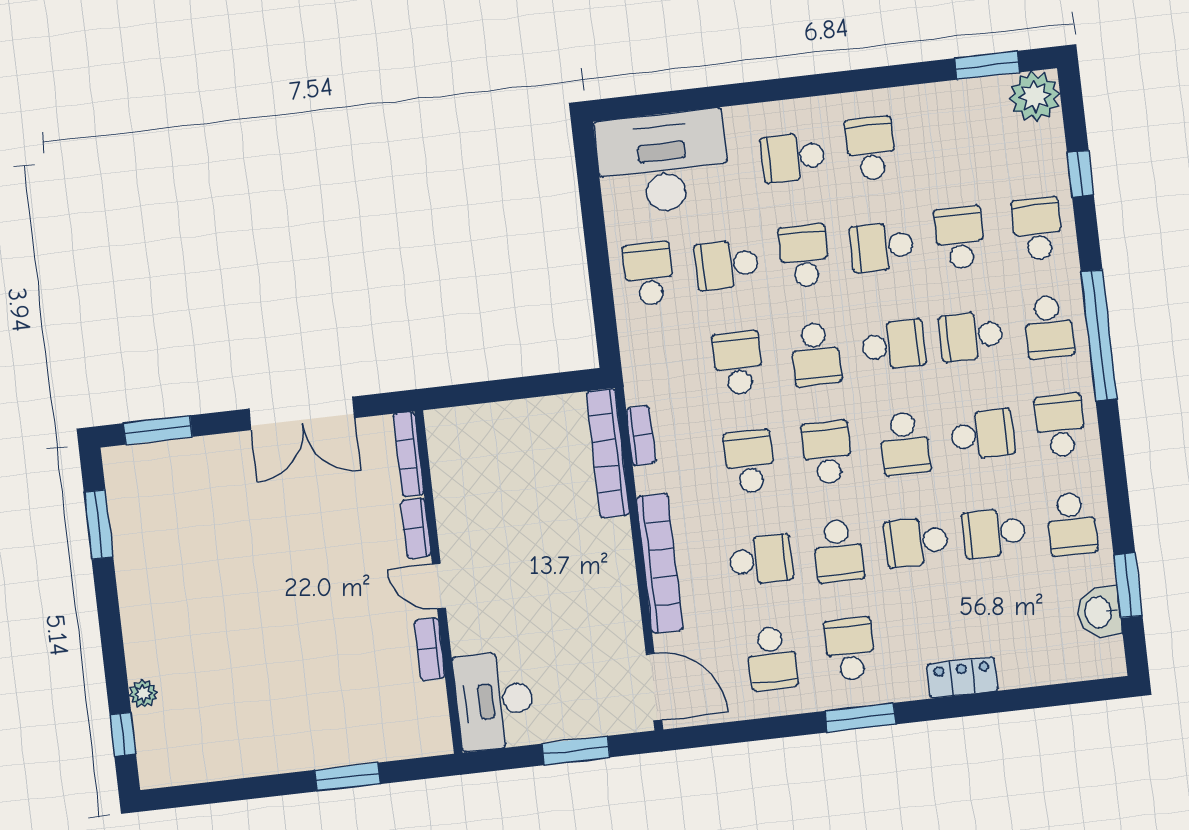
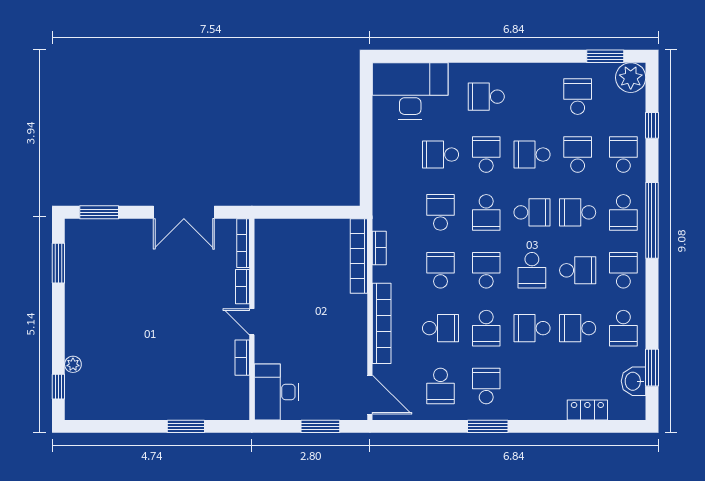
school desk: (871, 148) -> (578, 97), moved
school desk: (649, 274) -> (395, 155), removed
locker: (962, 677) -> (587, 410), moved

